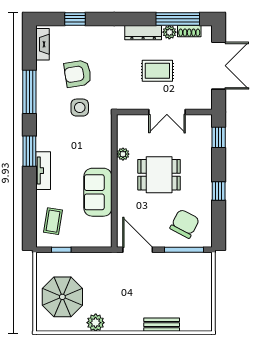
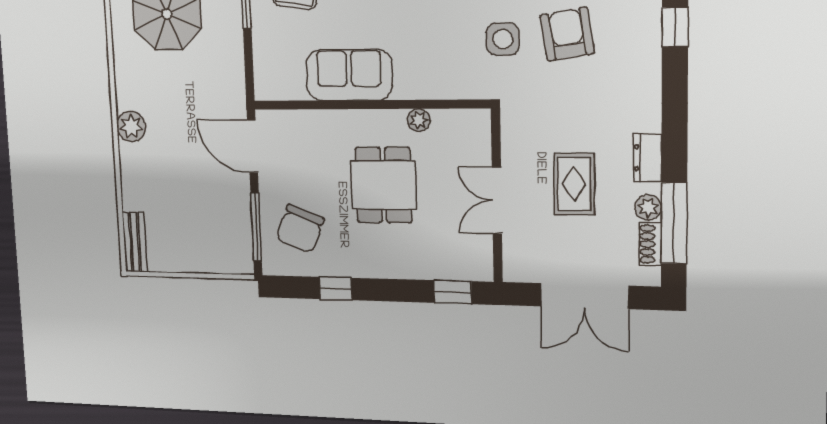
dresser: (143, 33) -> (647, 158), width x0.70
window: (219, 191) -> (336, 289), moved
chair: (185, 224) -> (300, 229), turned 84
door: (138, 250) -> (253, 146), swing flipped
plant: (96, 323) -> (131, 126), moved
bench: (162, 325) -> (135, 242), moved

